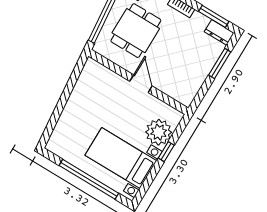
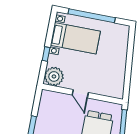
plant: (159, 132) -> (54, 76), moved

